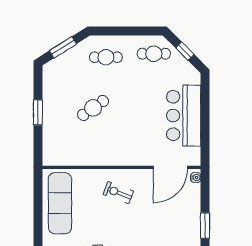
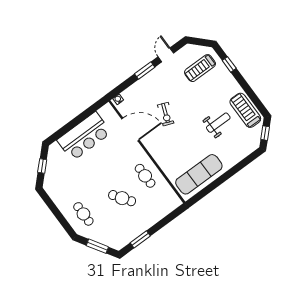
cafe table: (154, 54) -> (145, 176), moved
window: (38, 112) -> (140, 239), moved
door: (170, 167) -> (130, 129), moved
exercise bike: (118, 193) -> (166, 114), moved

